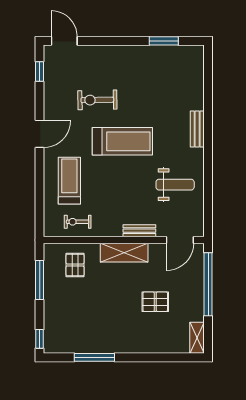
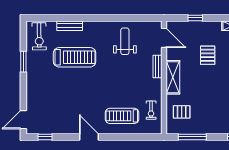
window: (164, 41) -> (23, 62), moved
exercise bike: (97, 100) -> (39, 36), moved
bench: (197, 129) -> (70, 26), moved
treadmill: (122, 141) -> (75, 57), moved, turned 90
window: (208, 284) -> (195, 18), width x0.32

